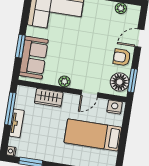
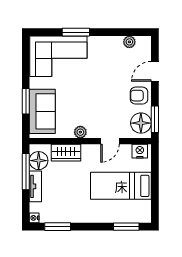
floor lamp: (23, 101) -> (39, 161), added

